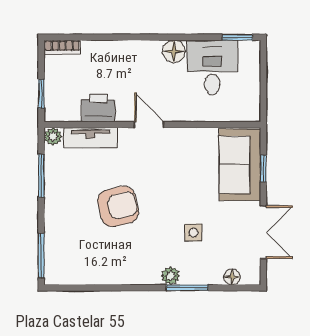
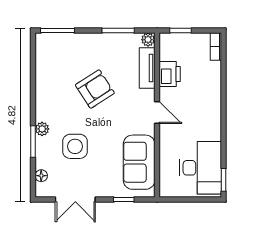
floor lamp: (174, 51) -> (213, 131), removed
desk: (212, 67) -> (201, 168), width x1.37
door: (149, 125) -> (157, 113), hinge flipped
sofa: (240, 165) -> (139, 162), moved, turned -90
armchair: (118, 206) -> (95, 89), turned -109
side table: (193, 233) -> (75, 146), width x1.87, depth x1.87

